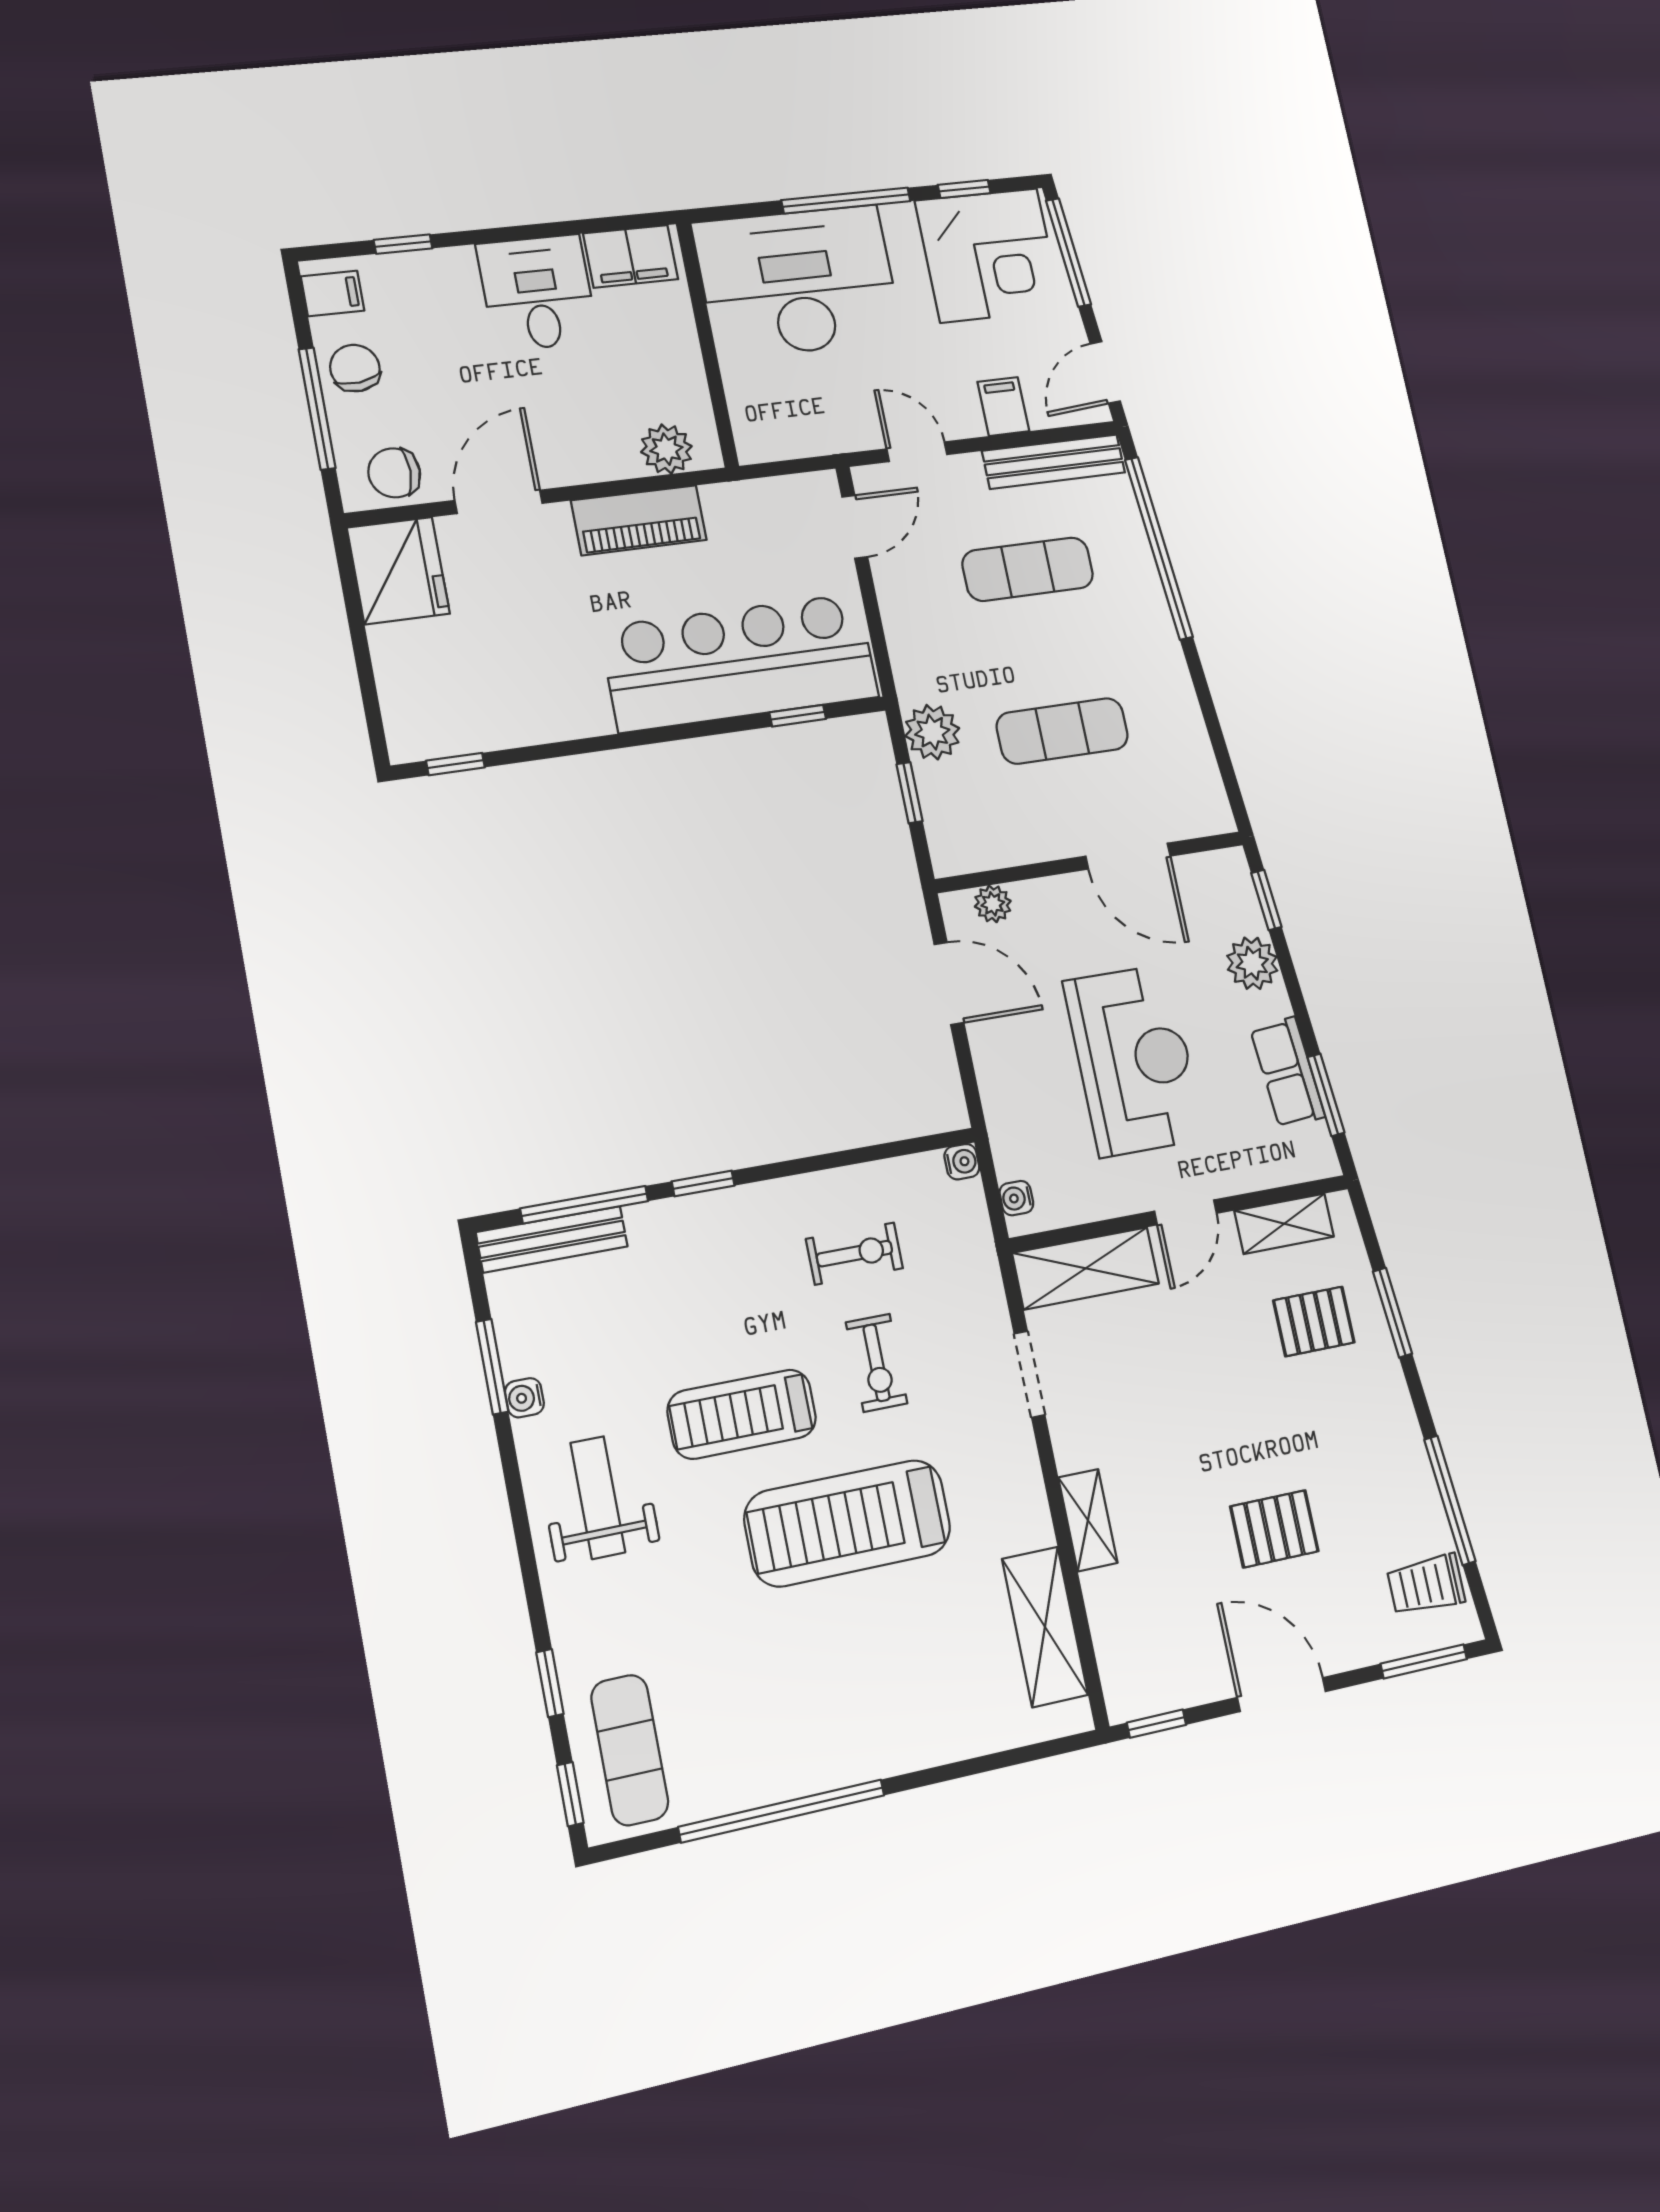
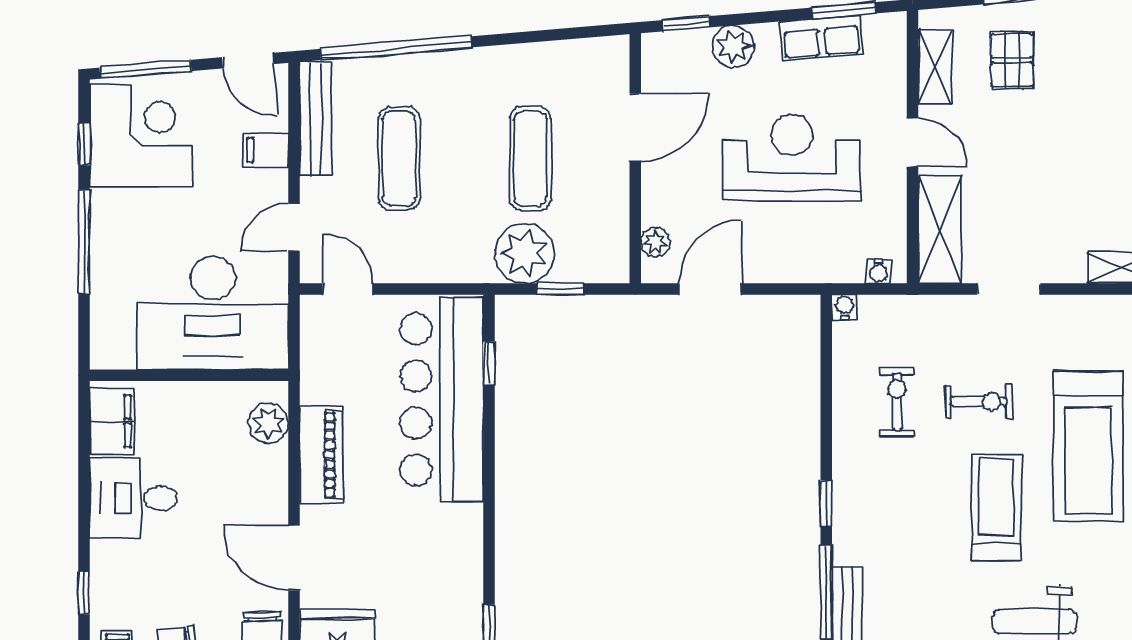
desk: (798, 282) -> (213, 313), moved, turned -90
plant: (932, 732) -> (524, 254), width x1.36, depth x1.36
treadmill: (742, 1414) -> (996, 508), turned 180

